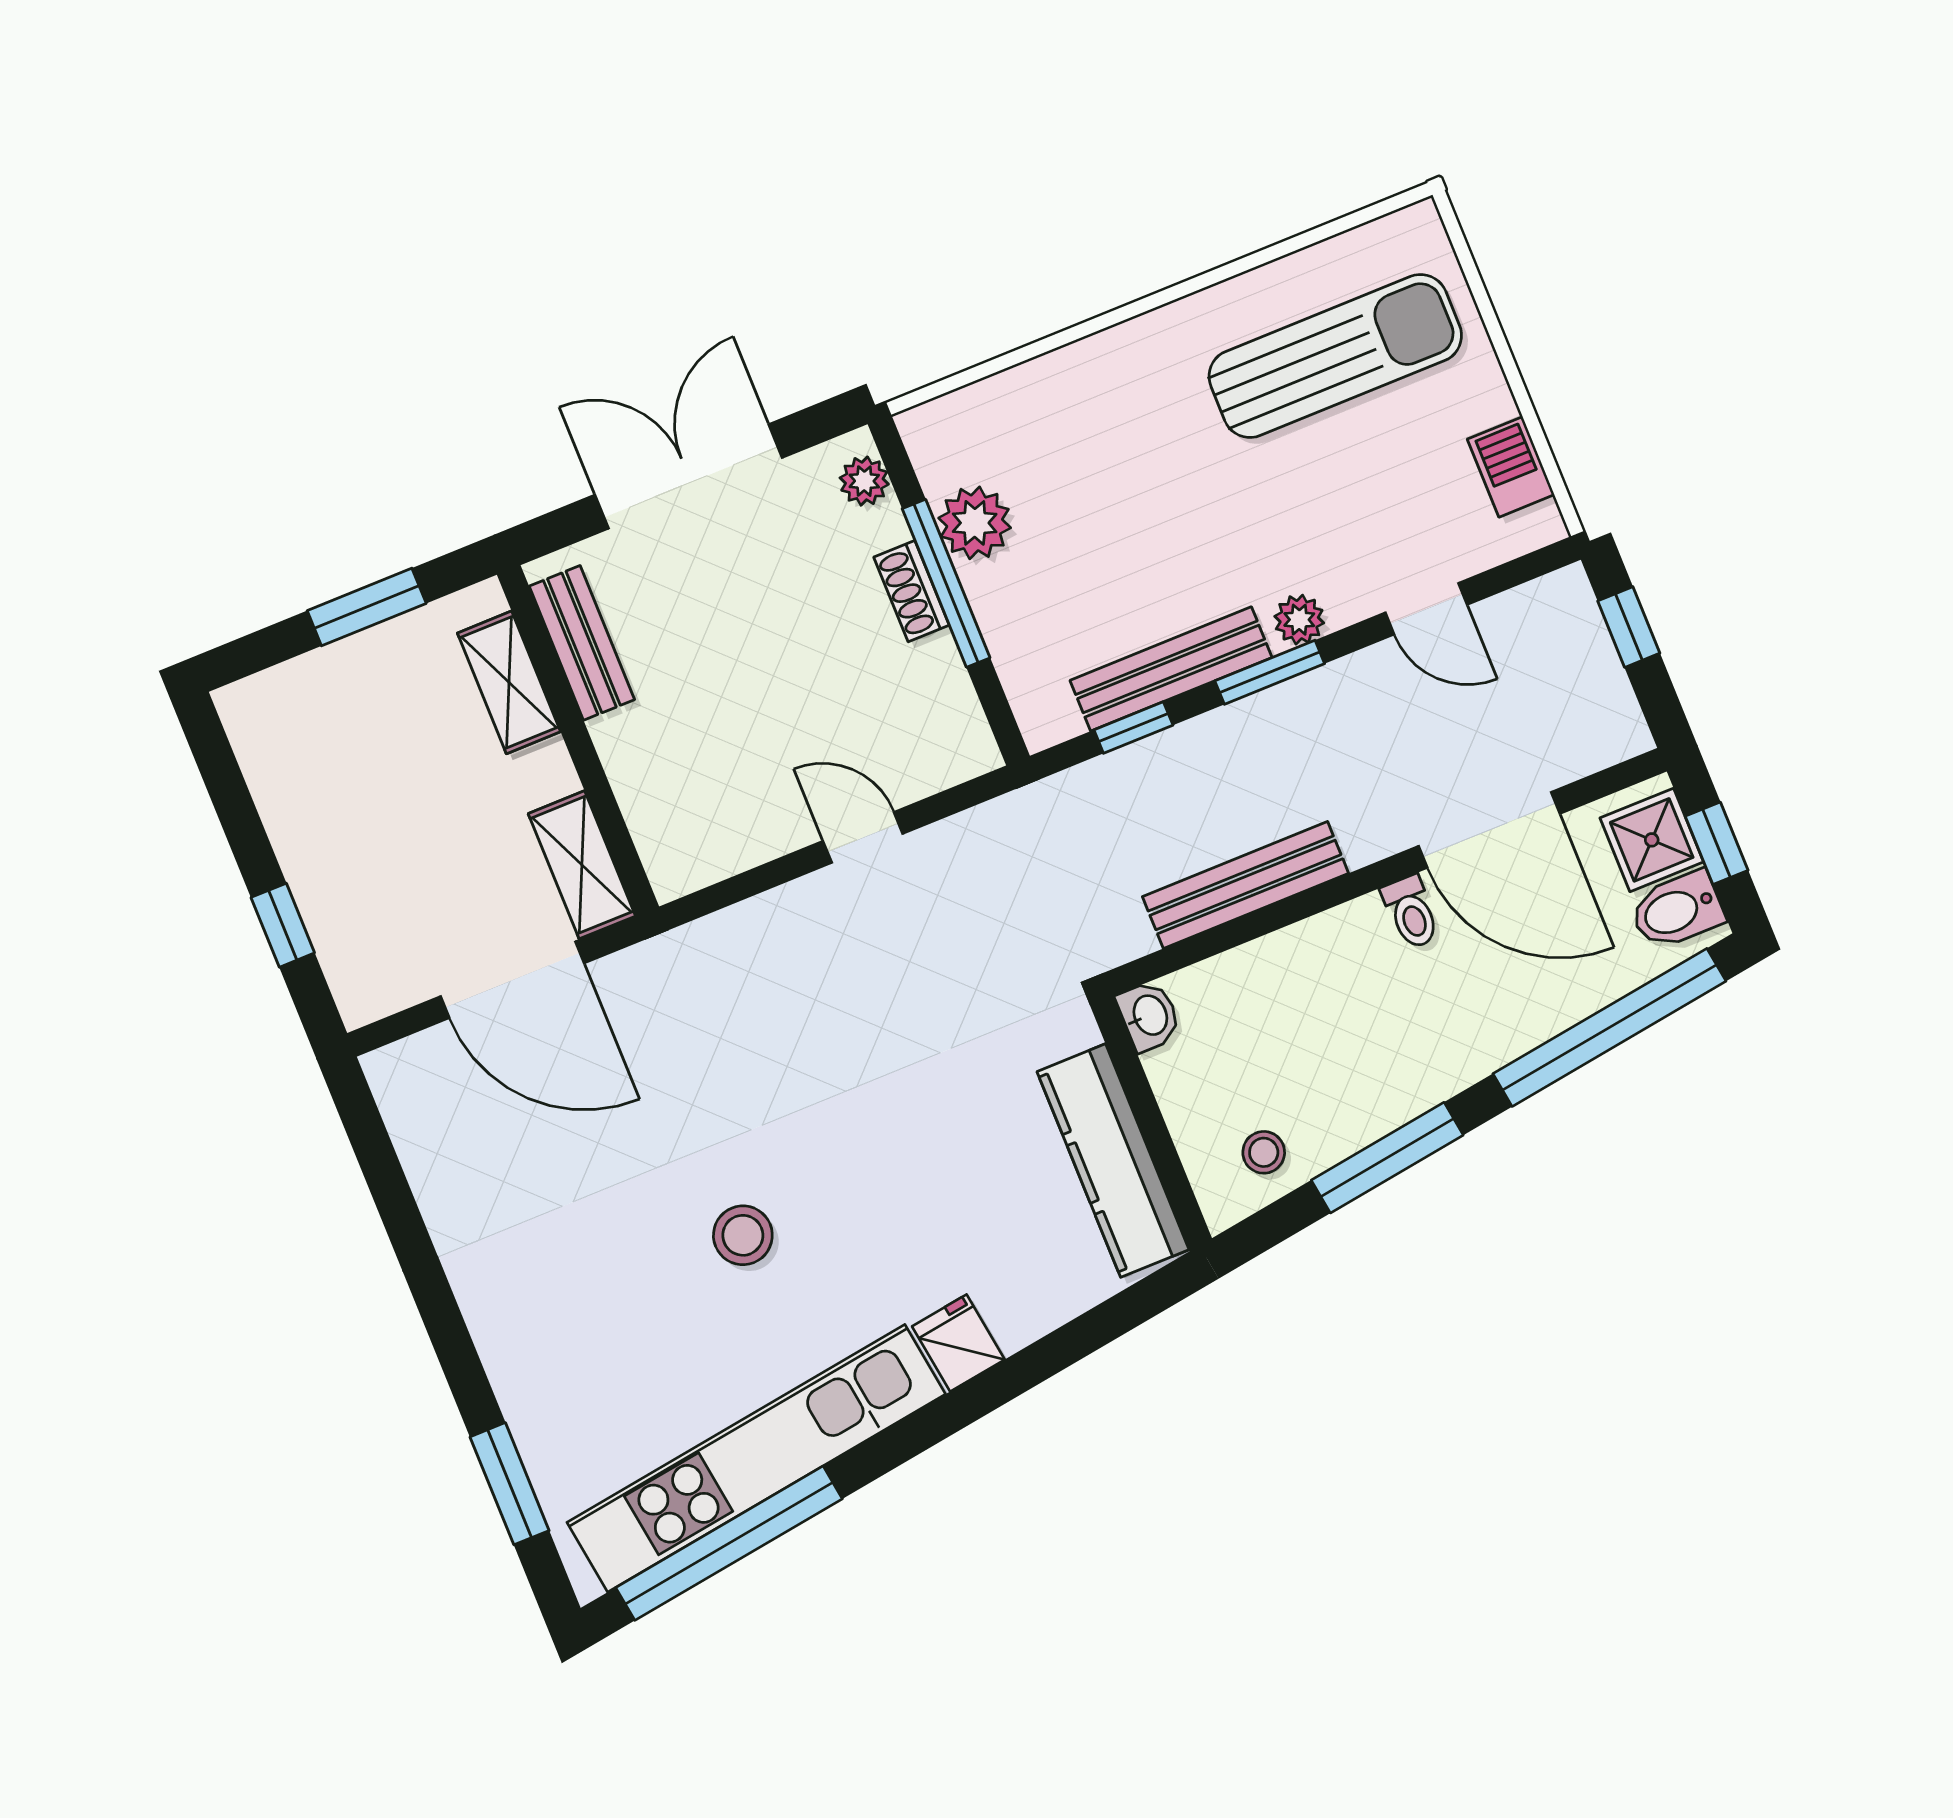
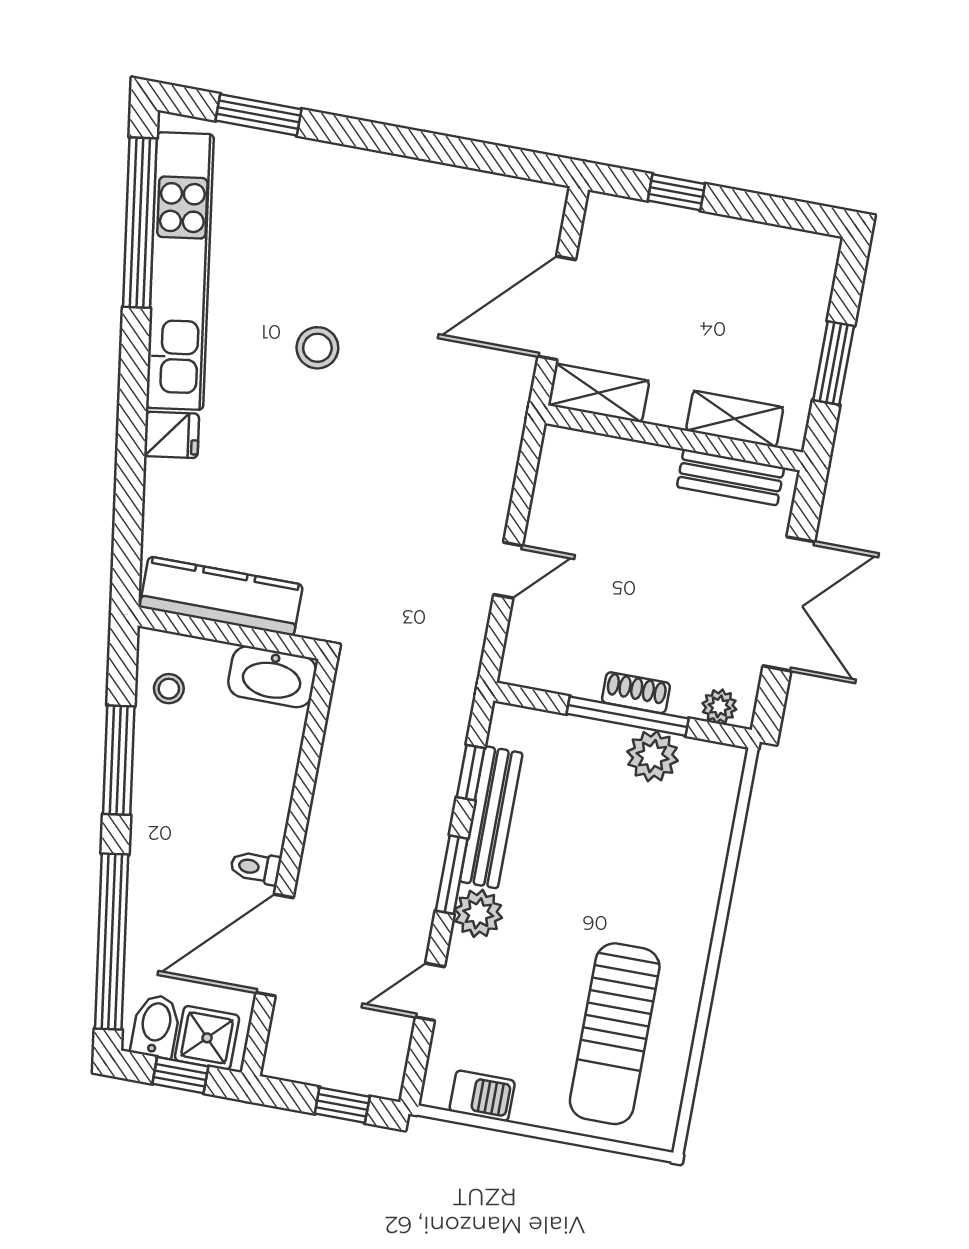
plant: (1299, 620) -> (478, 913), width x1.38, depth x1.38
bench: (1245, 885) -> (335, 779), removed
washbasin: (1149, 1016) -> (272, 677), width x1.91, depth x1.45

